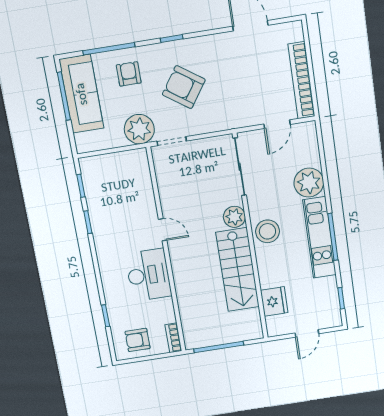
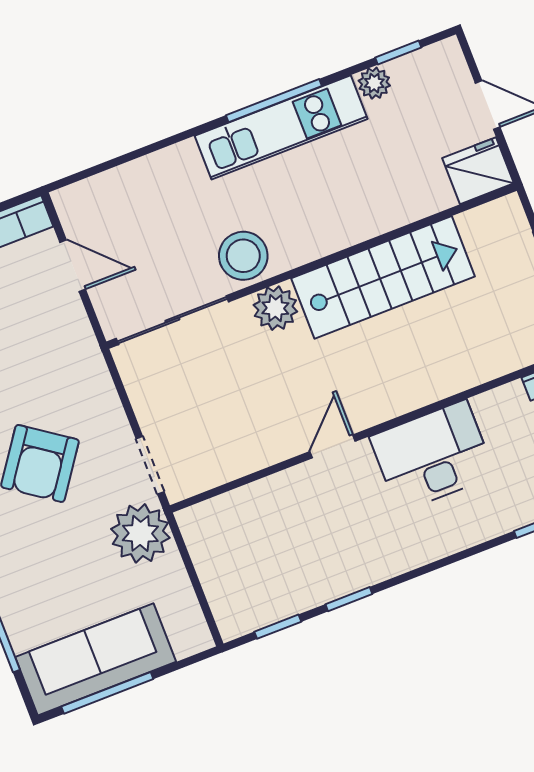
armchair: (129, 74) -> (38, 575), removed
plant: (309, 183) -> (374, 83), moved, width x0.53, depth x0.53
stool: (267, 231) -> (243, 256), moved
fridge: (274, 301) -> (478, 171), moved

